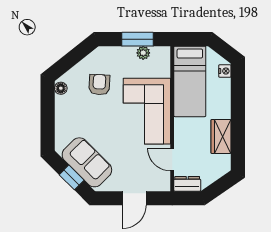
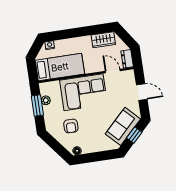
armchair: (99, 85) -> (71, 126), turned -93
wardrobe: (221, 136) -> (103, 40), moved
door: (172, 160) -> (113, 71), swing flipped

